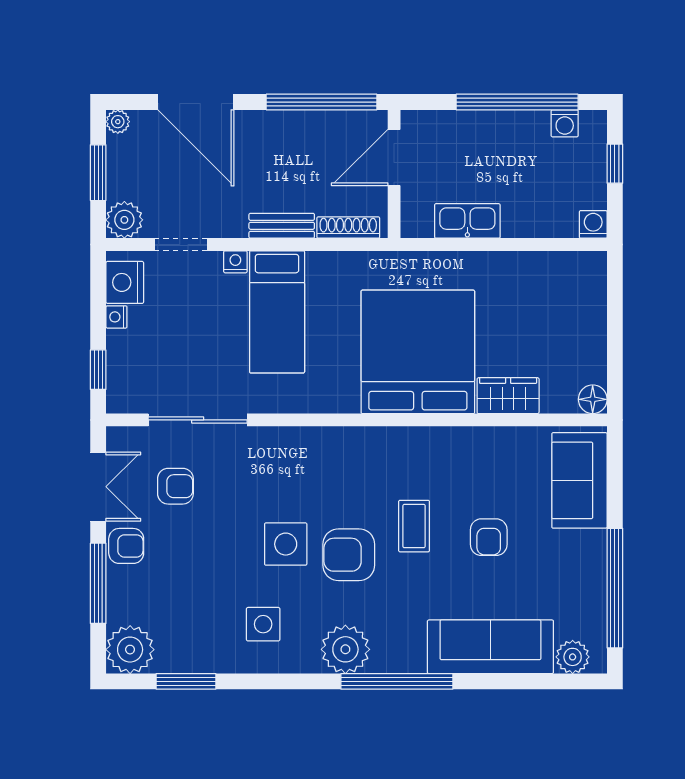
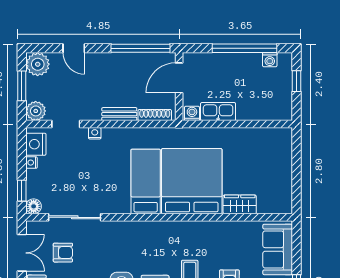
door: (196, 102) -> (74, 48), width x0.53
plant: (118, 122) -> (38, 64), width x1.88, depth x1.88
washing machine: (593, 224) -> (192, 113), moved
bed: (277, 312) -> (146, 181), moved, turned 180
floor lamp: (593, 399) -> (34, 206), moved

